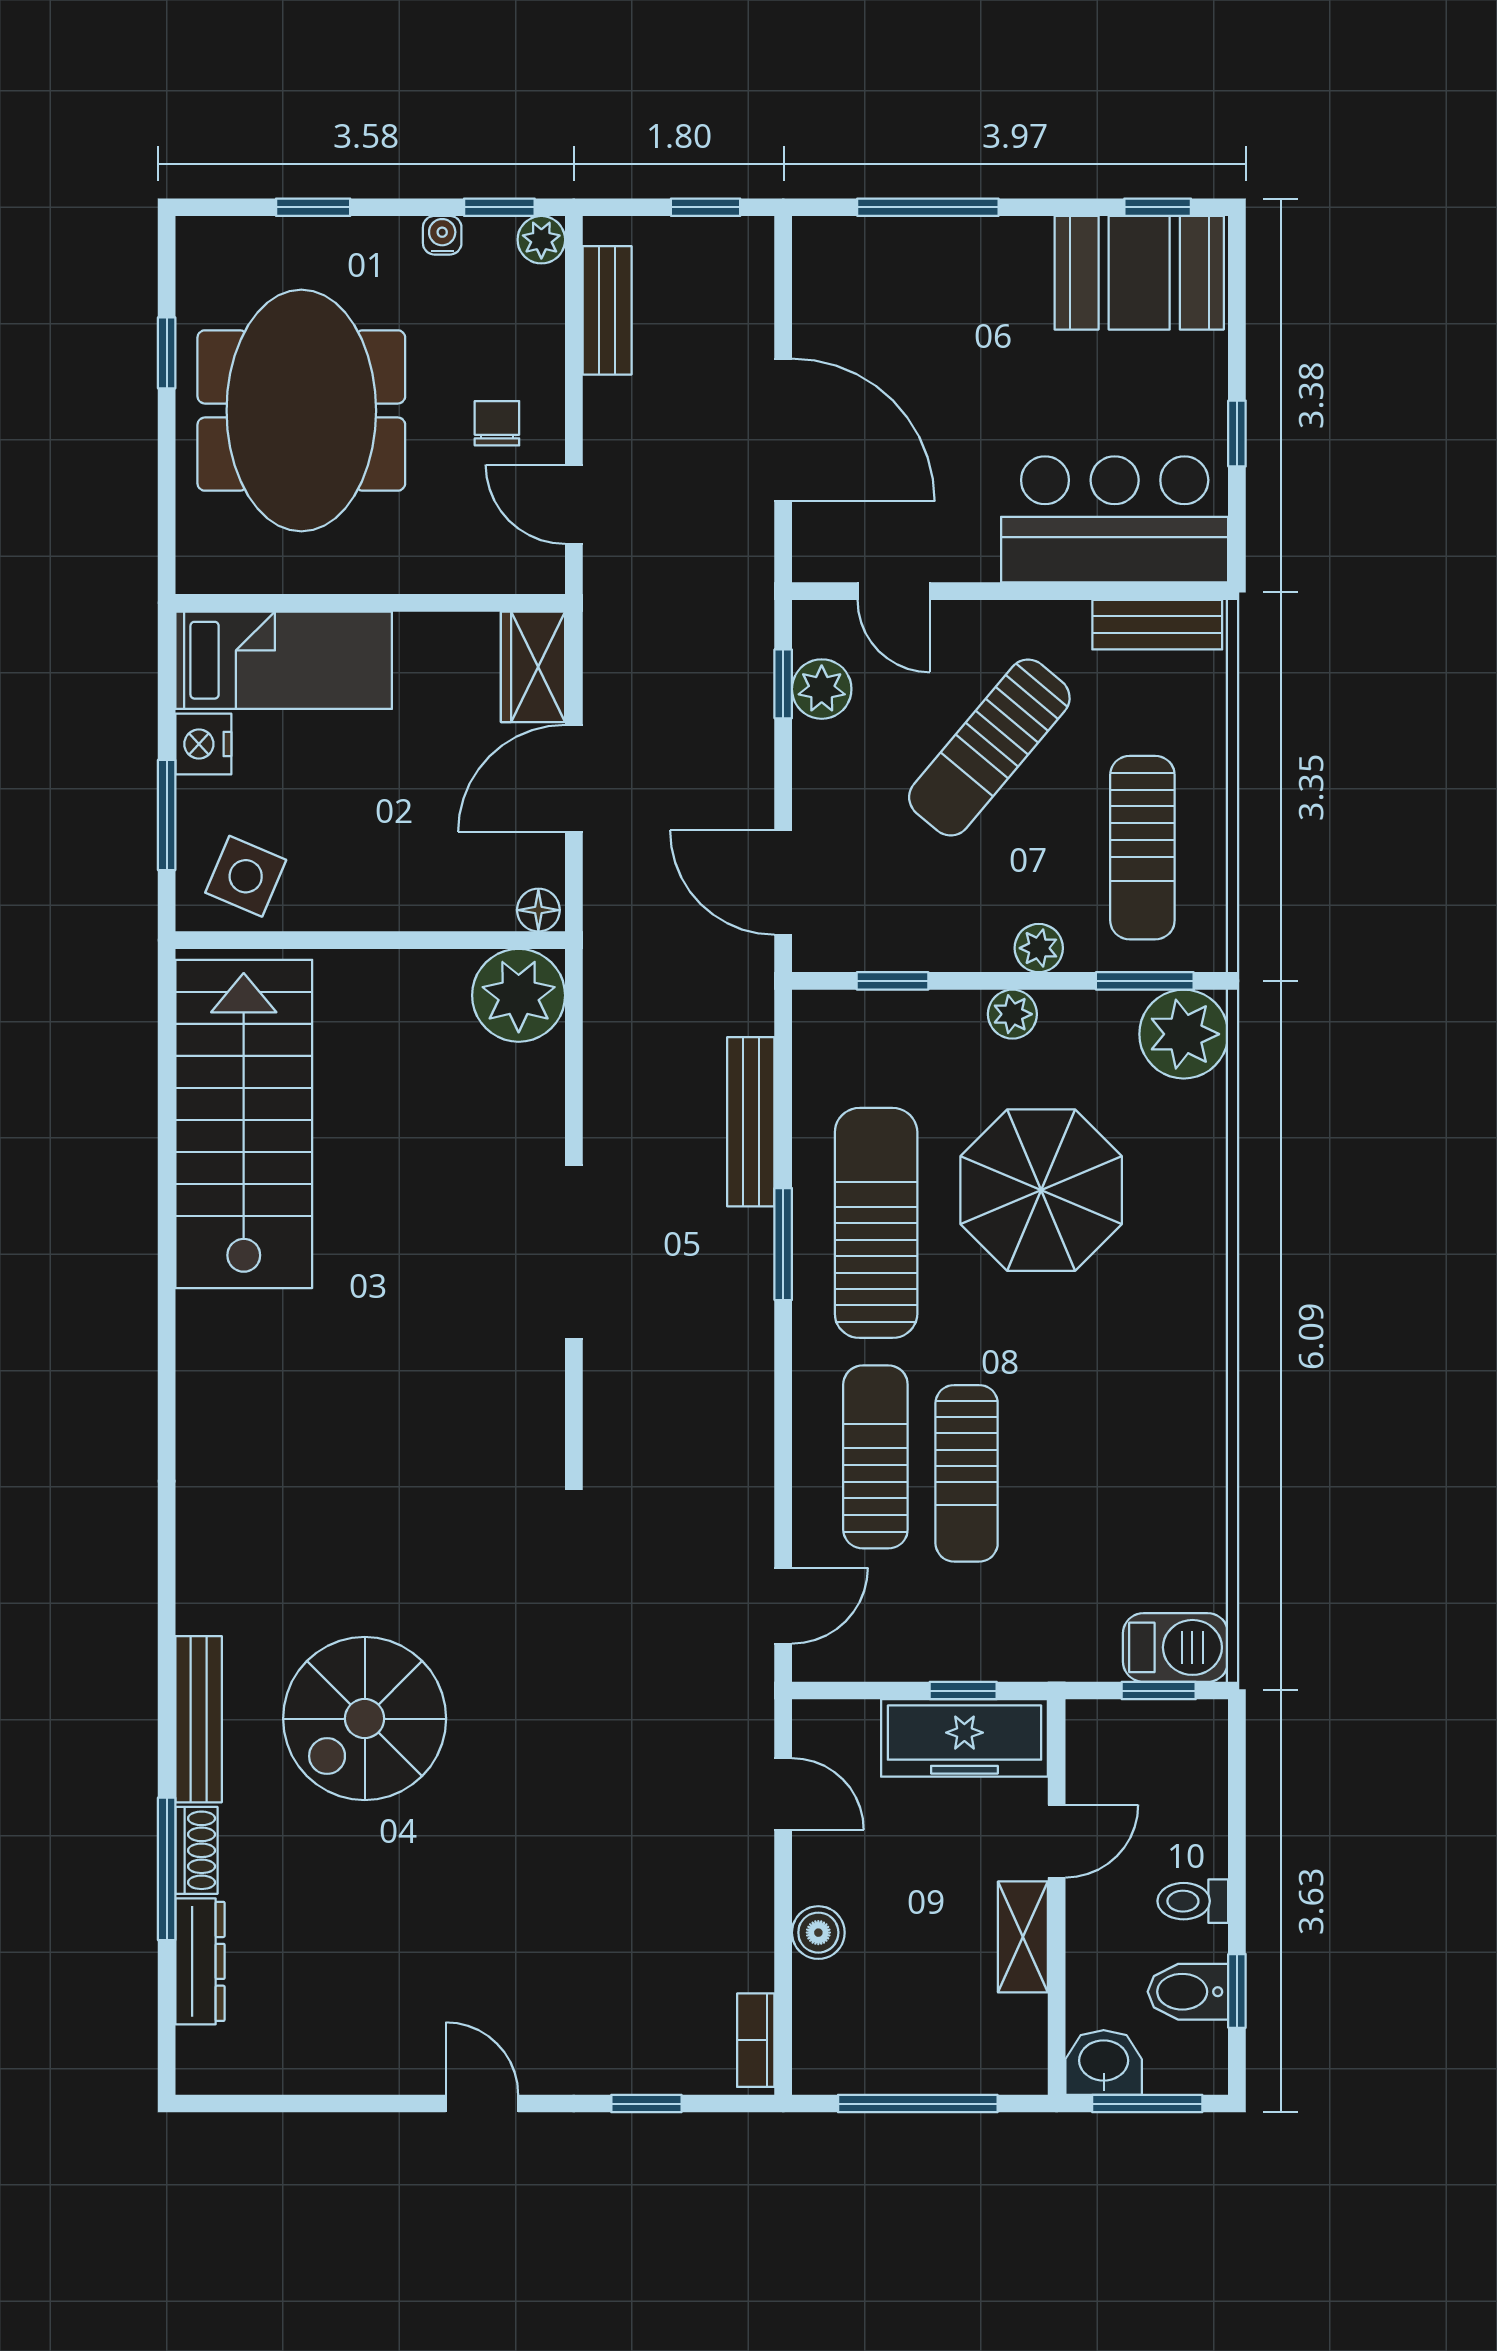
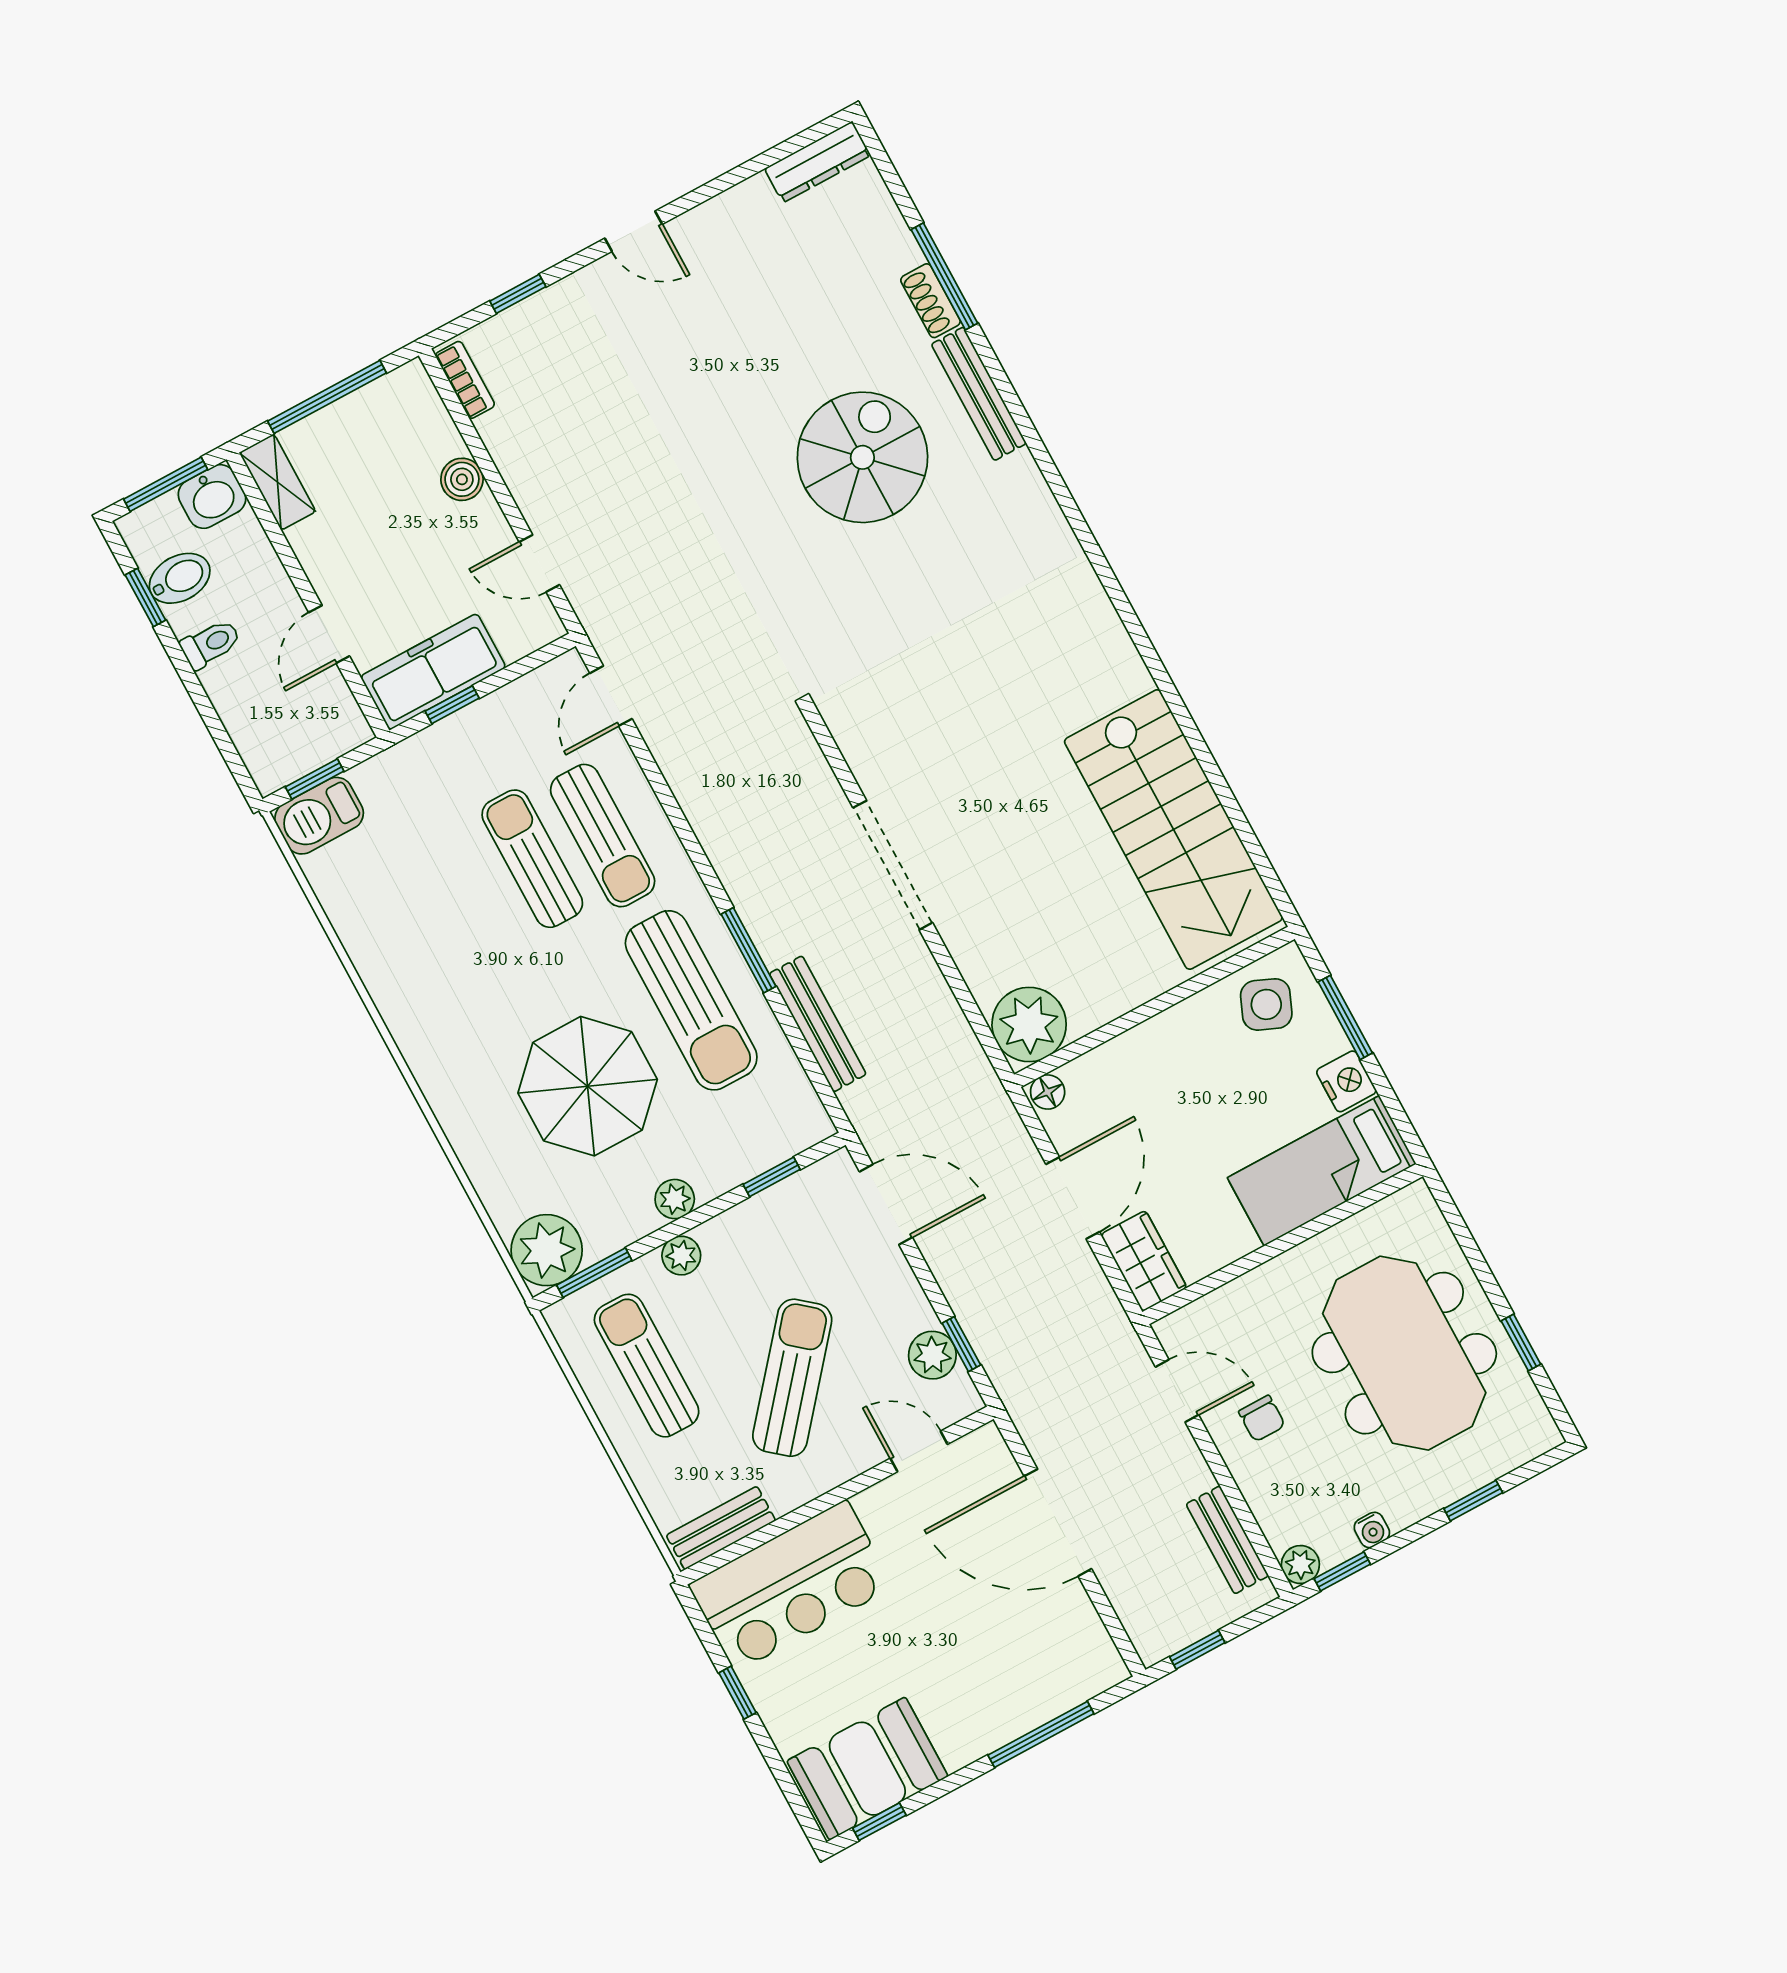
shelving: (1023, 1937) -> (277, 482), moved
dresser: (200, 1961) -> (818, 162), moved, turned -90

